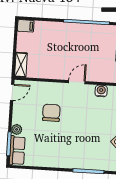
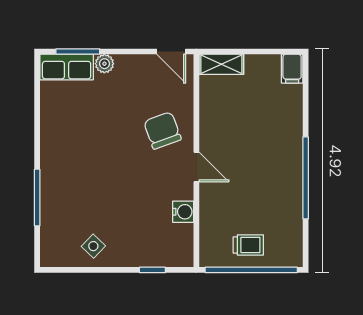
chair: (51, 113) -> (162, 130), moved, turned -110

